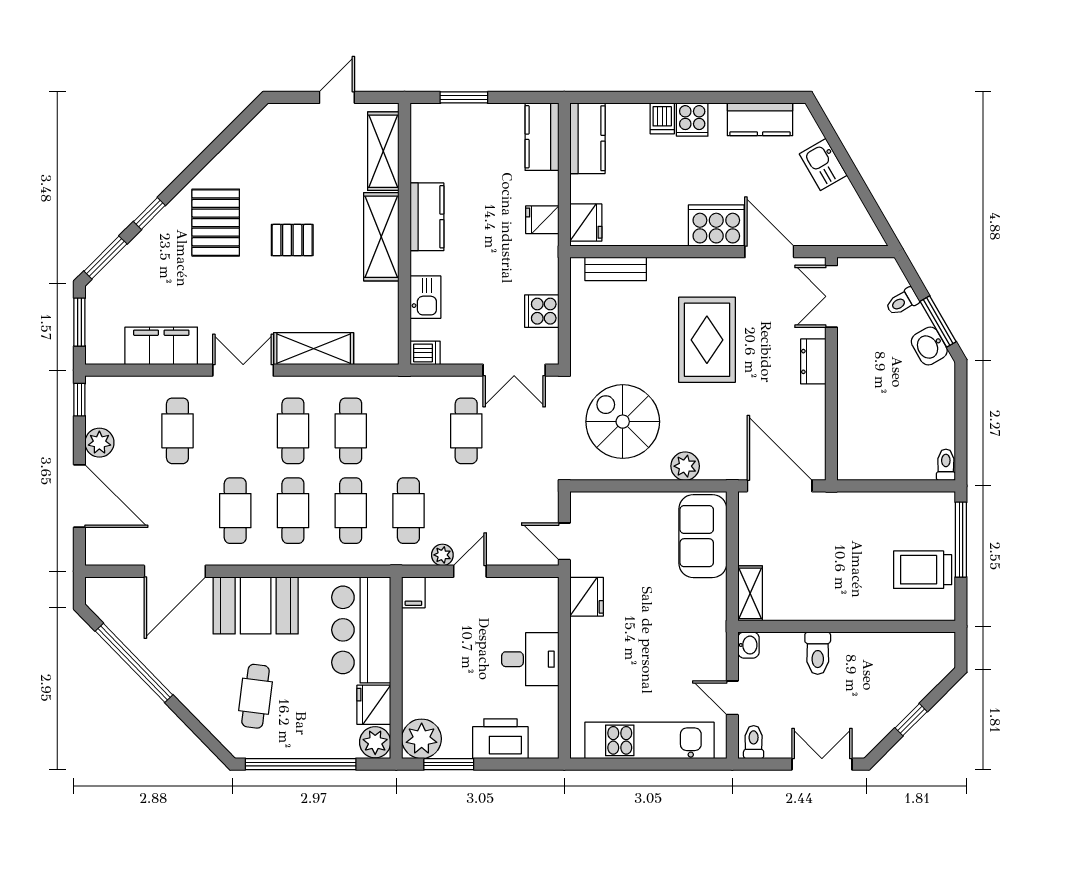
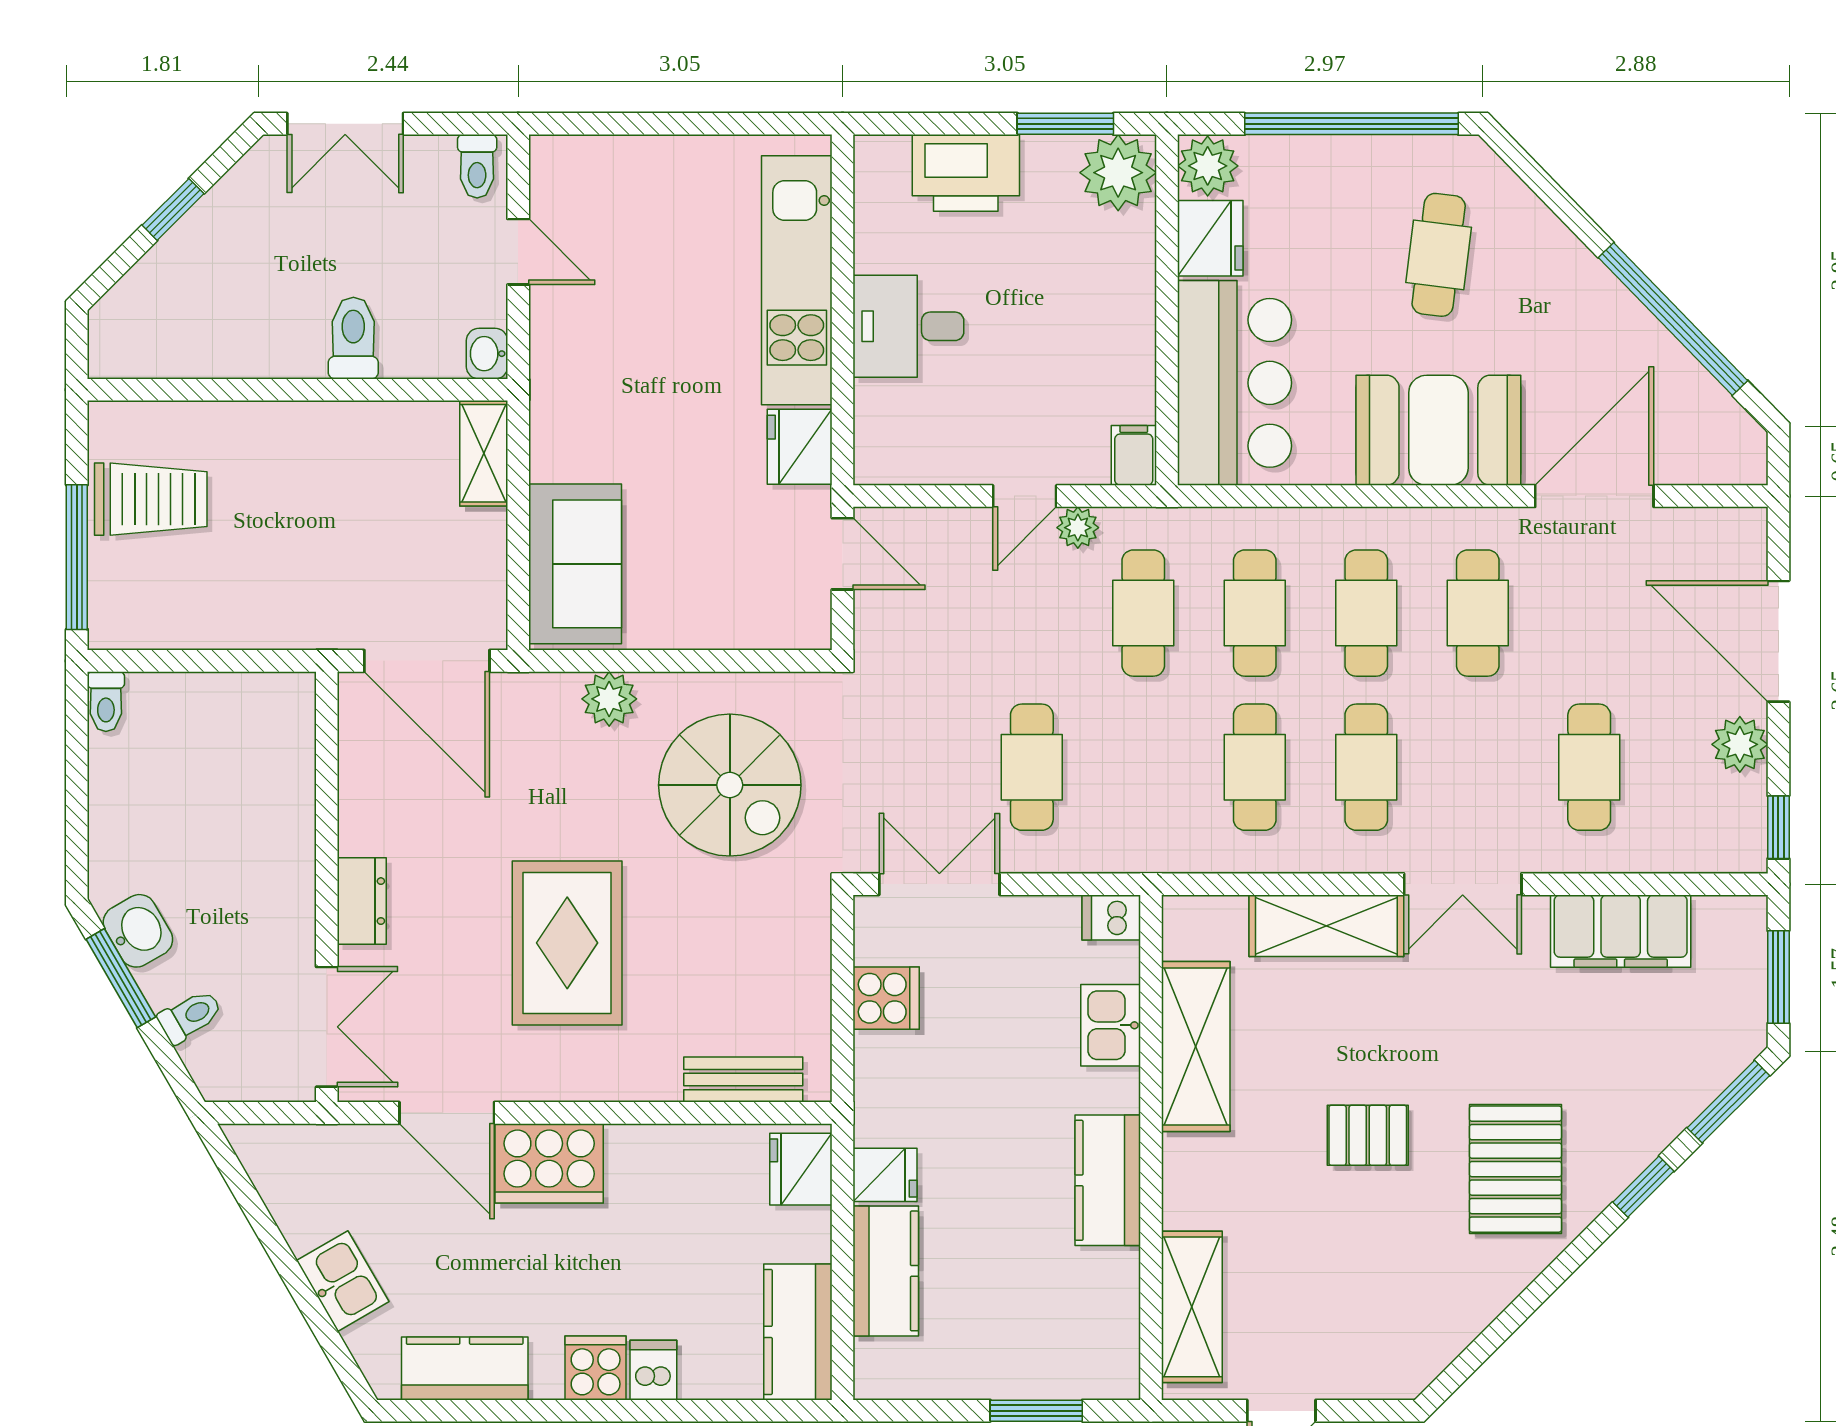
kitchen counter: (542, 137) -> (886, 1271), moved
shelving: (381, 237) -> (1196, 1047), moved
kitchen unit: (649, 740) -> (797, 280), moved, turned 90

